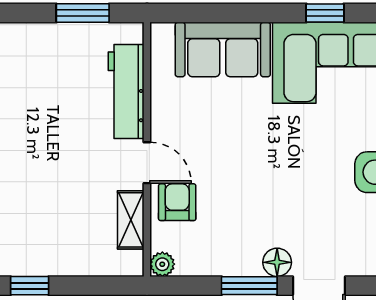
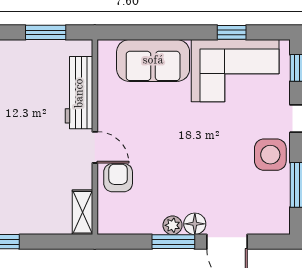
shelving: (131, 220) -> (82, 212), moved
plant: (162, 264) -> (173, 225), moved

